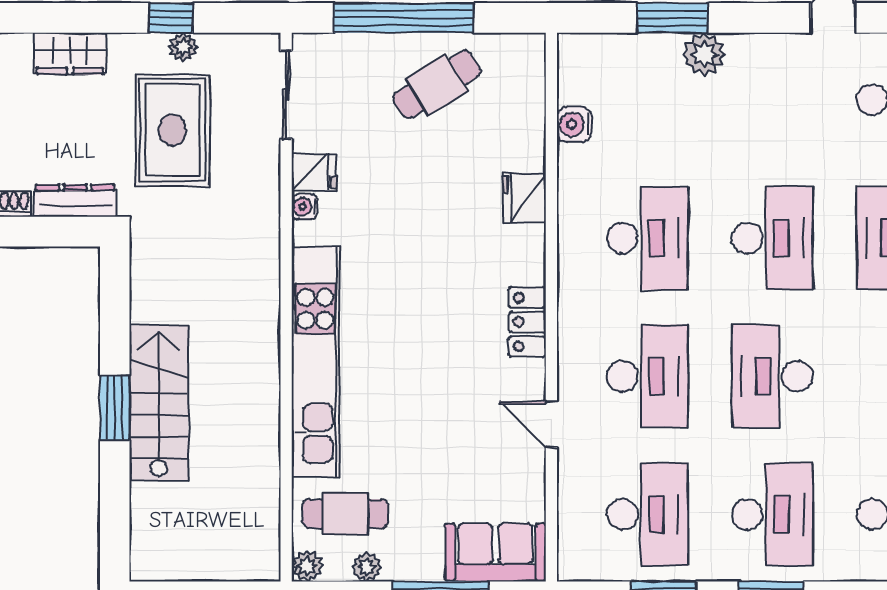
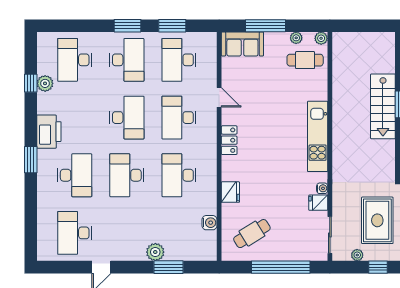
plant: (183, 47) -> (357, 255), moved
cafe table: (437, 85) -> (252, 234), moved
kitchen unit: (315, 362) -> (318, 136), width x0.73
desk: (772, 514) -> (127, 60), turned 180

